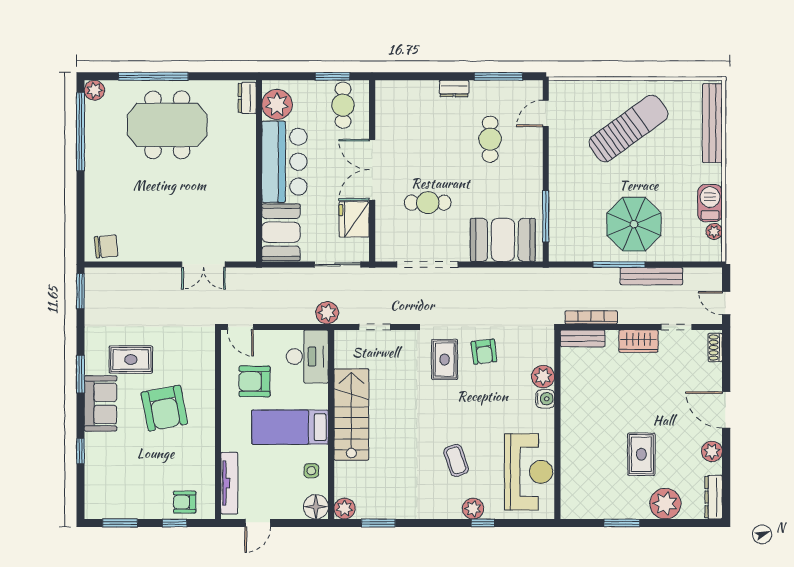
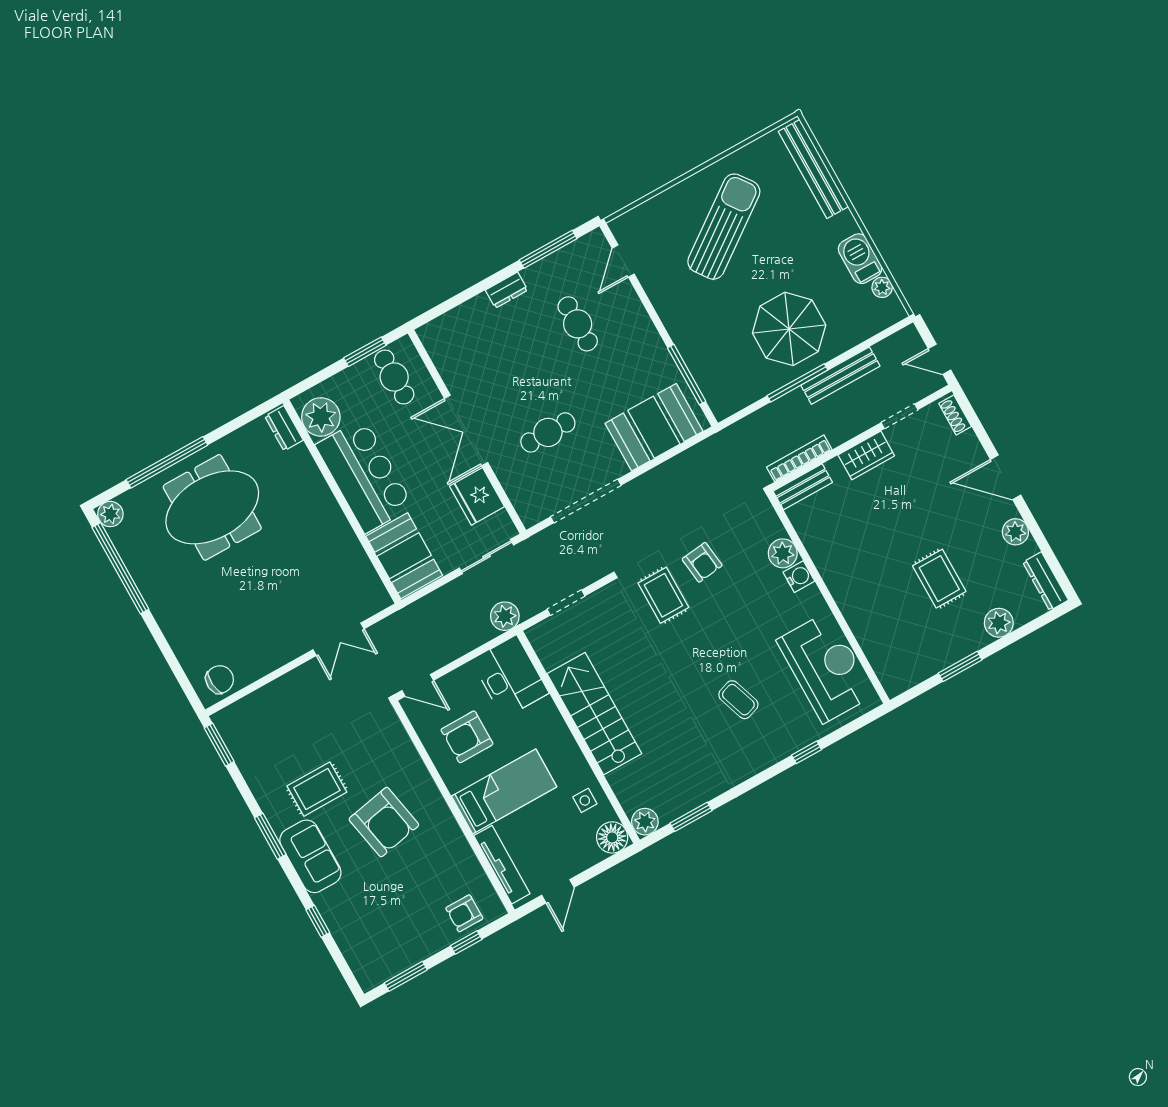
bed: (290, 427) -> (504, 791), moved, turned 180
plant: (665, 504) -> (999, 623), width x0.73, depth x0.73
plant: (473, 509) -> (787, 742), removed

